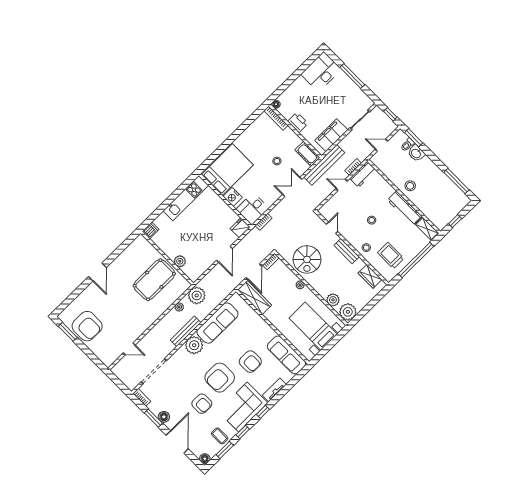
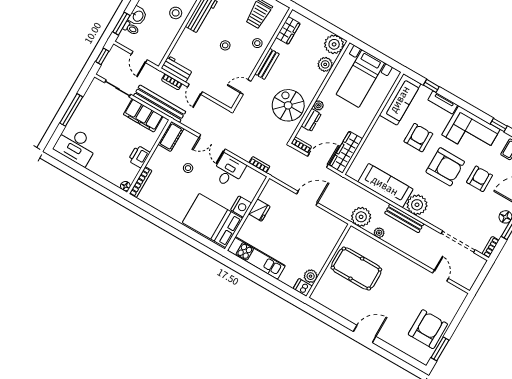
bench: (324, 165) -> (160, 104), moved
desk: (252, 209) -> (229, 171), moved, turned -90
fridge: (240, 228) -> (259, 210), moved, turned -90
spiral stairs: (307, 259) -> (288, 105), turned -90
plant: (180, 261) -> (311, 276), moved
dresser: (289, 275) -> (311, 120), added
window: (263, 412) -> (431, 86), moved

